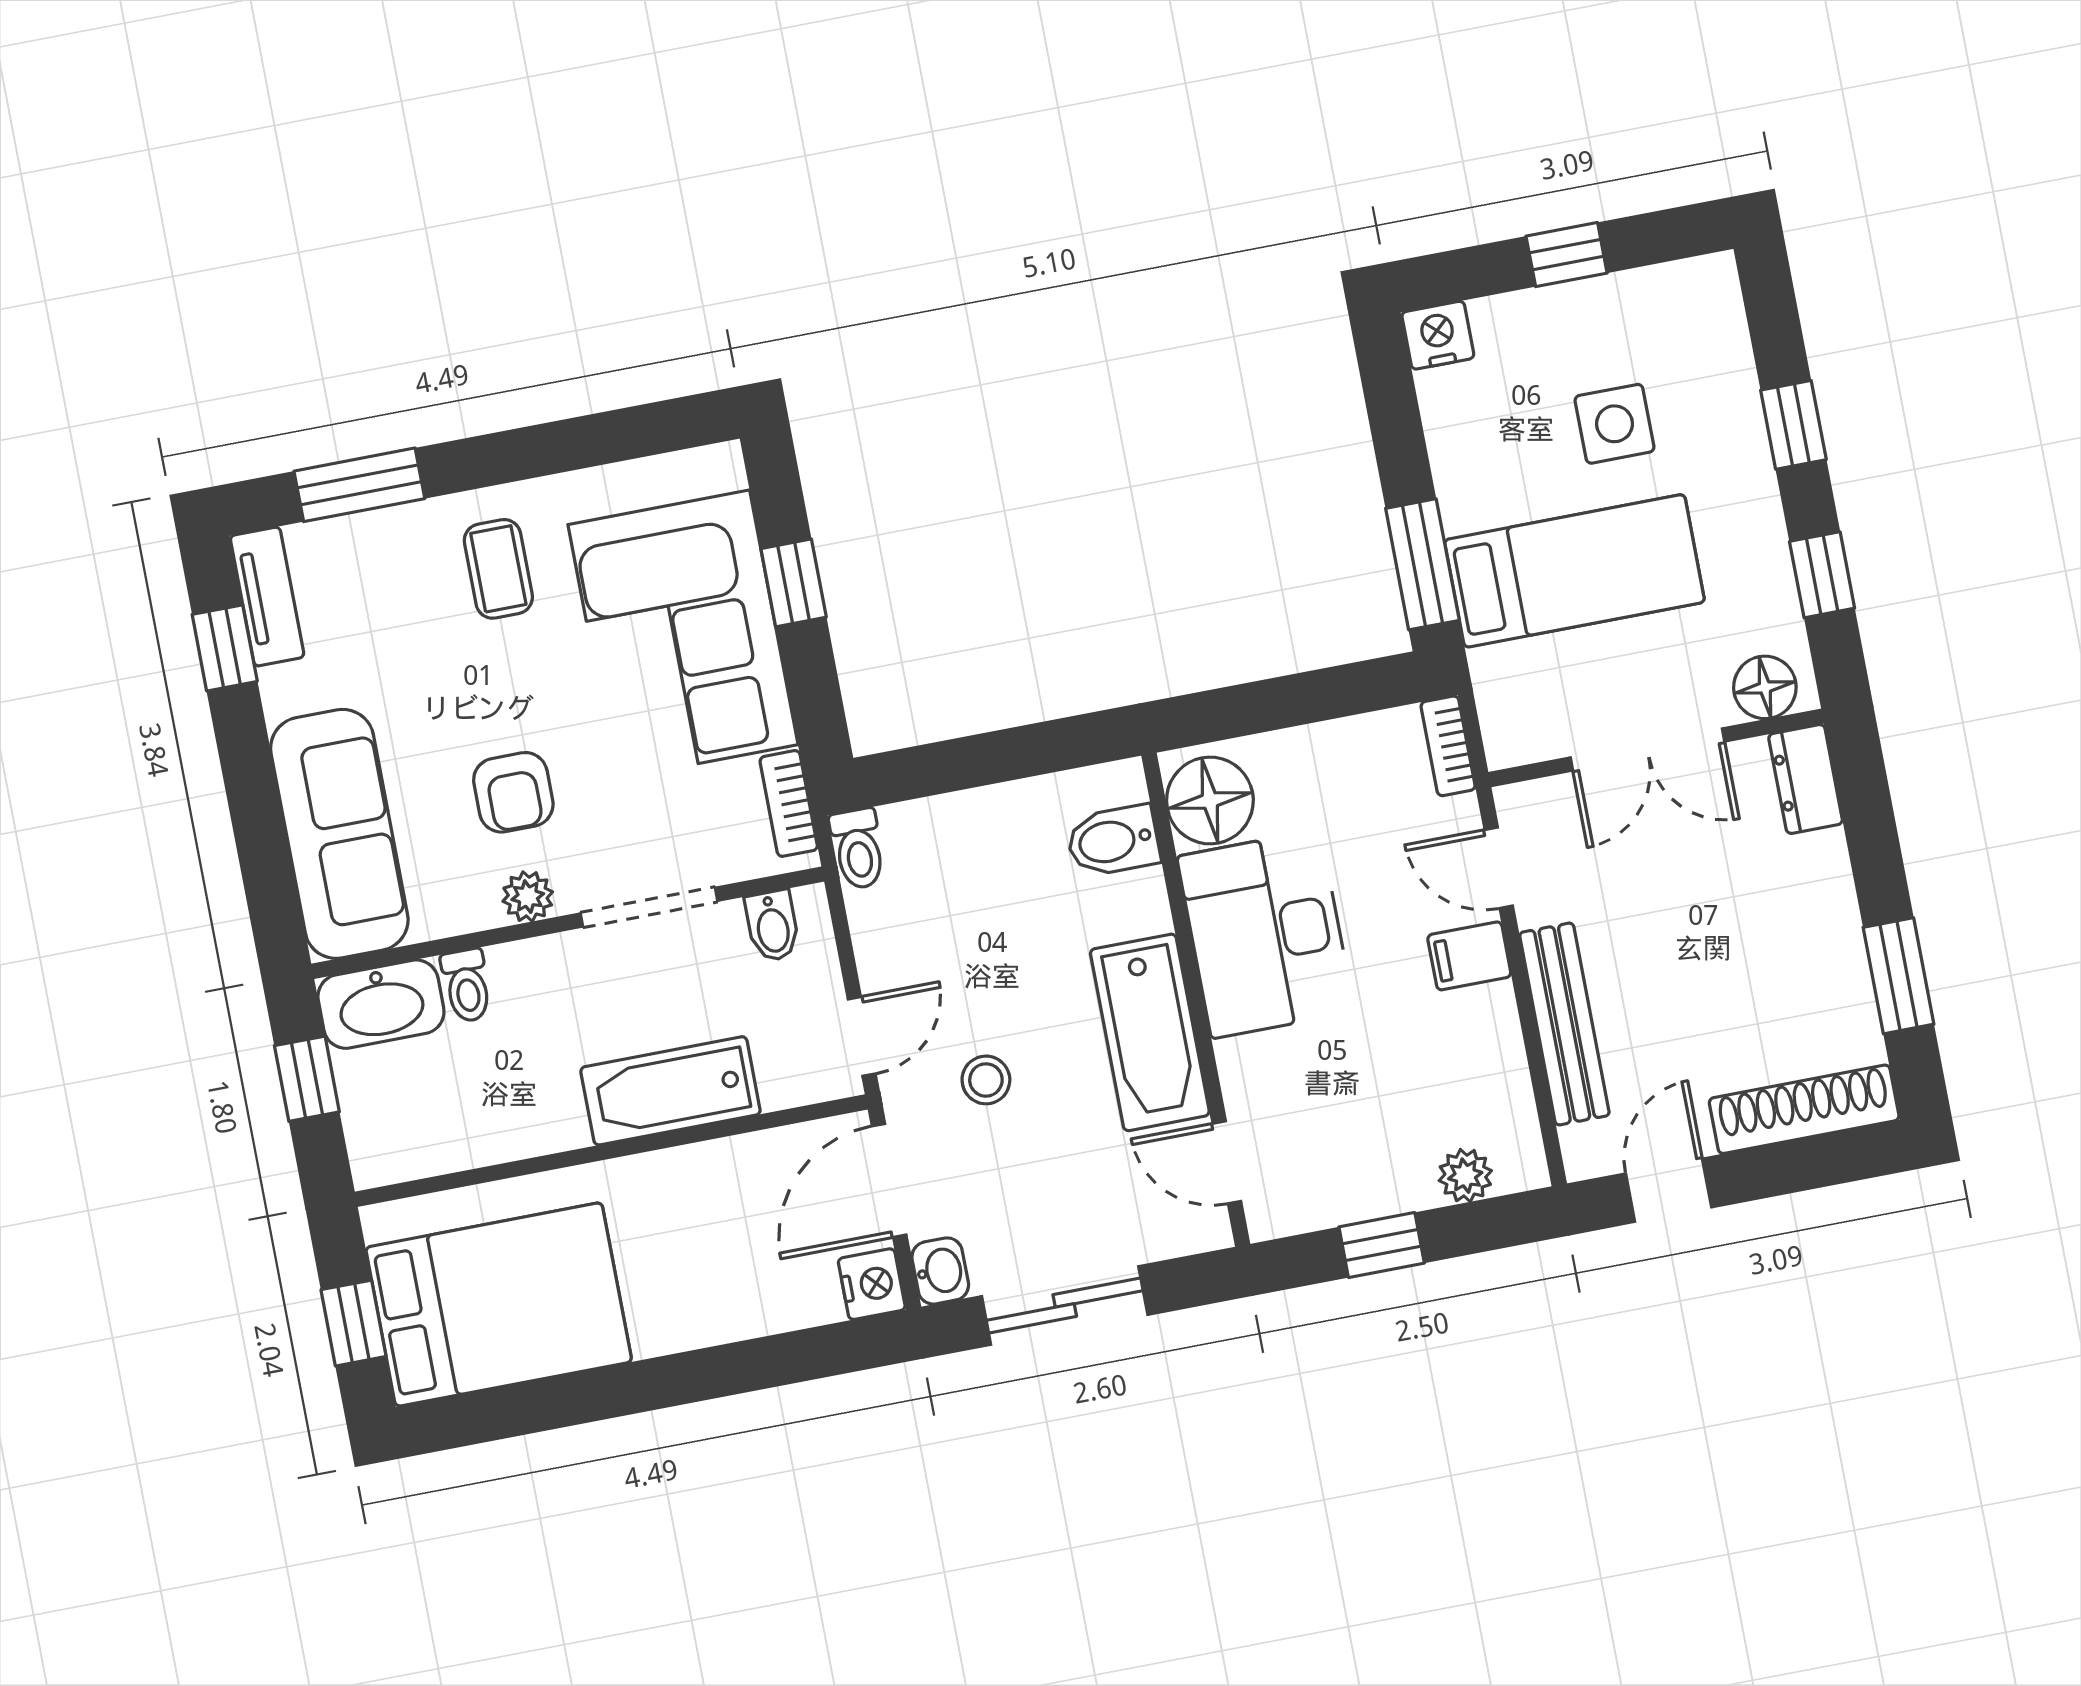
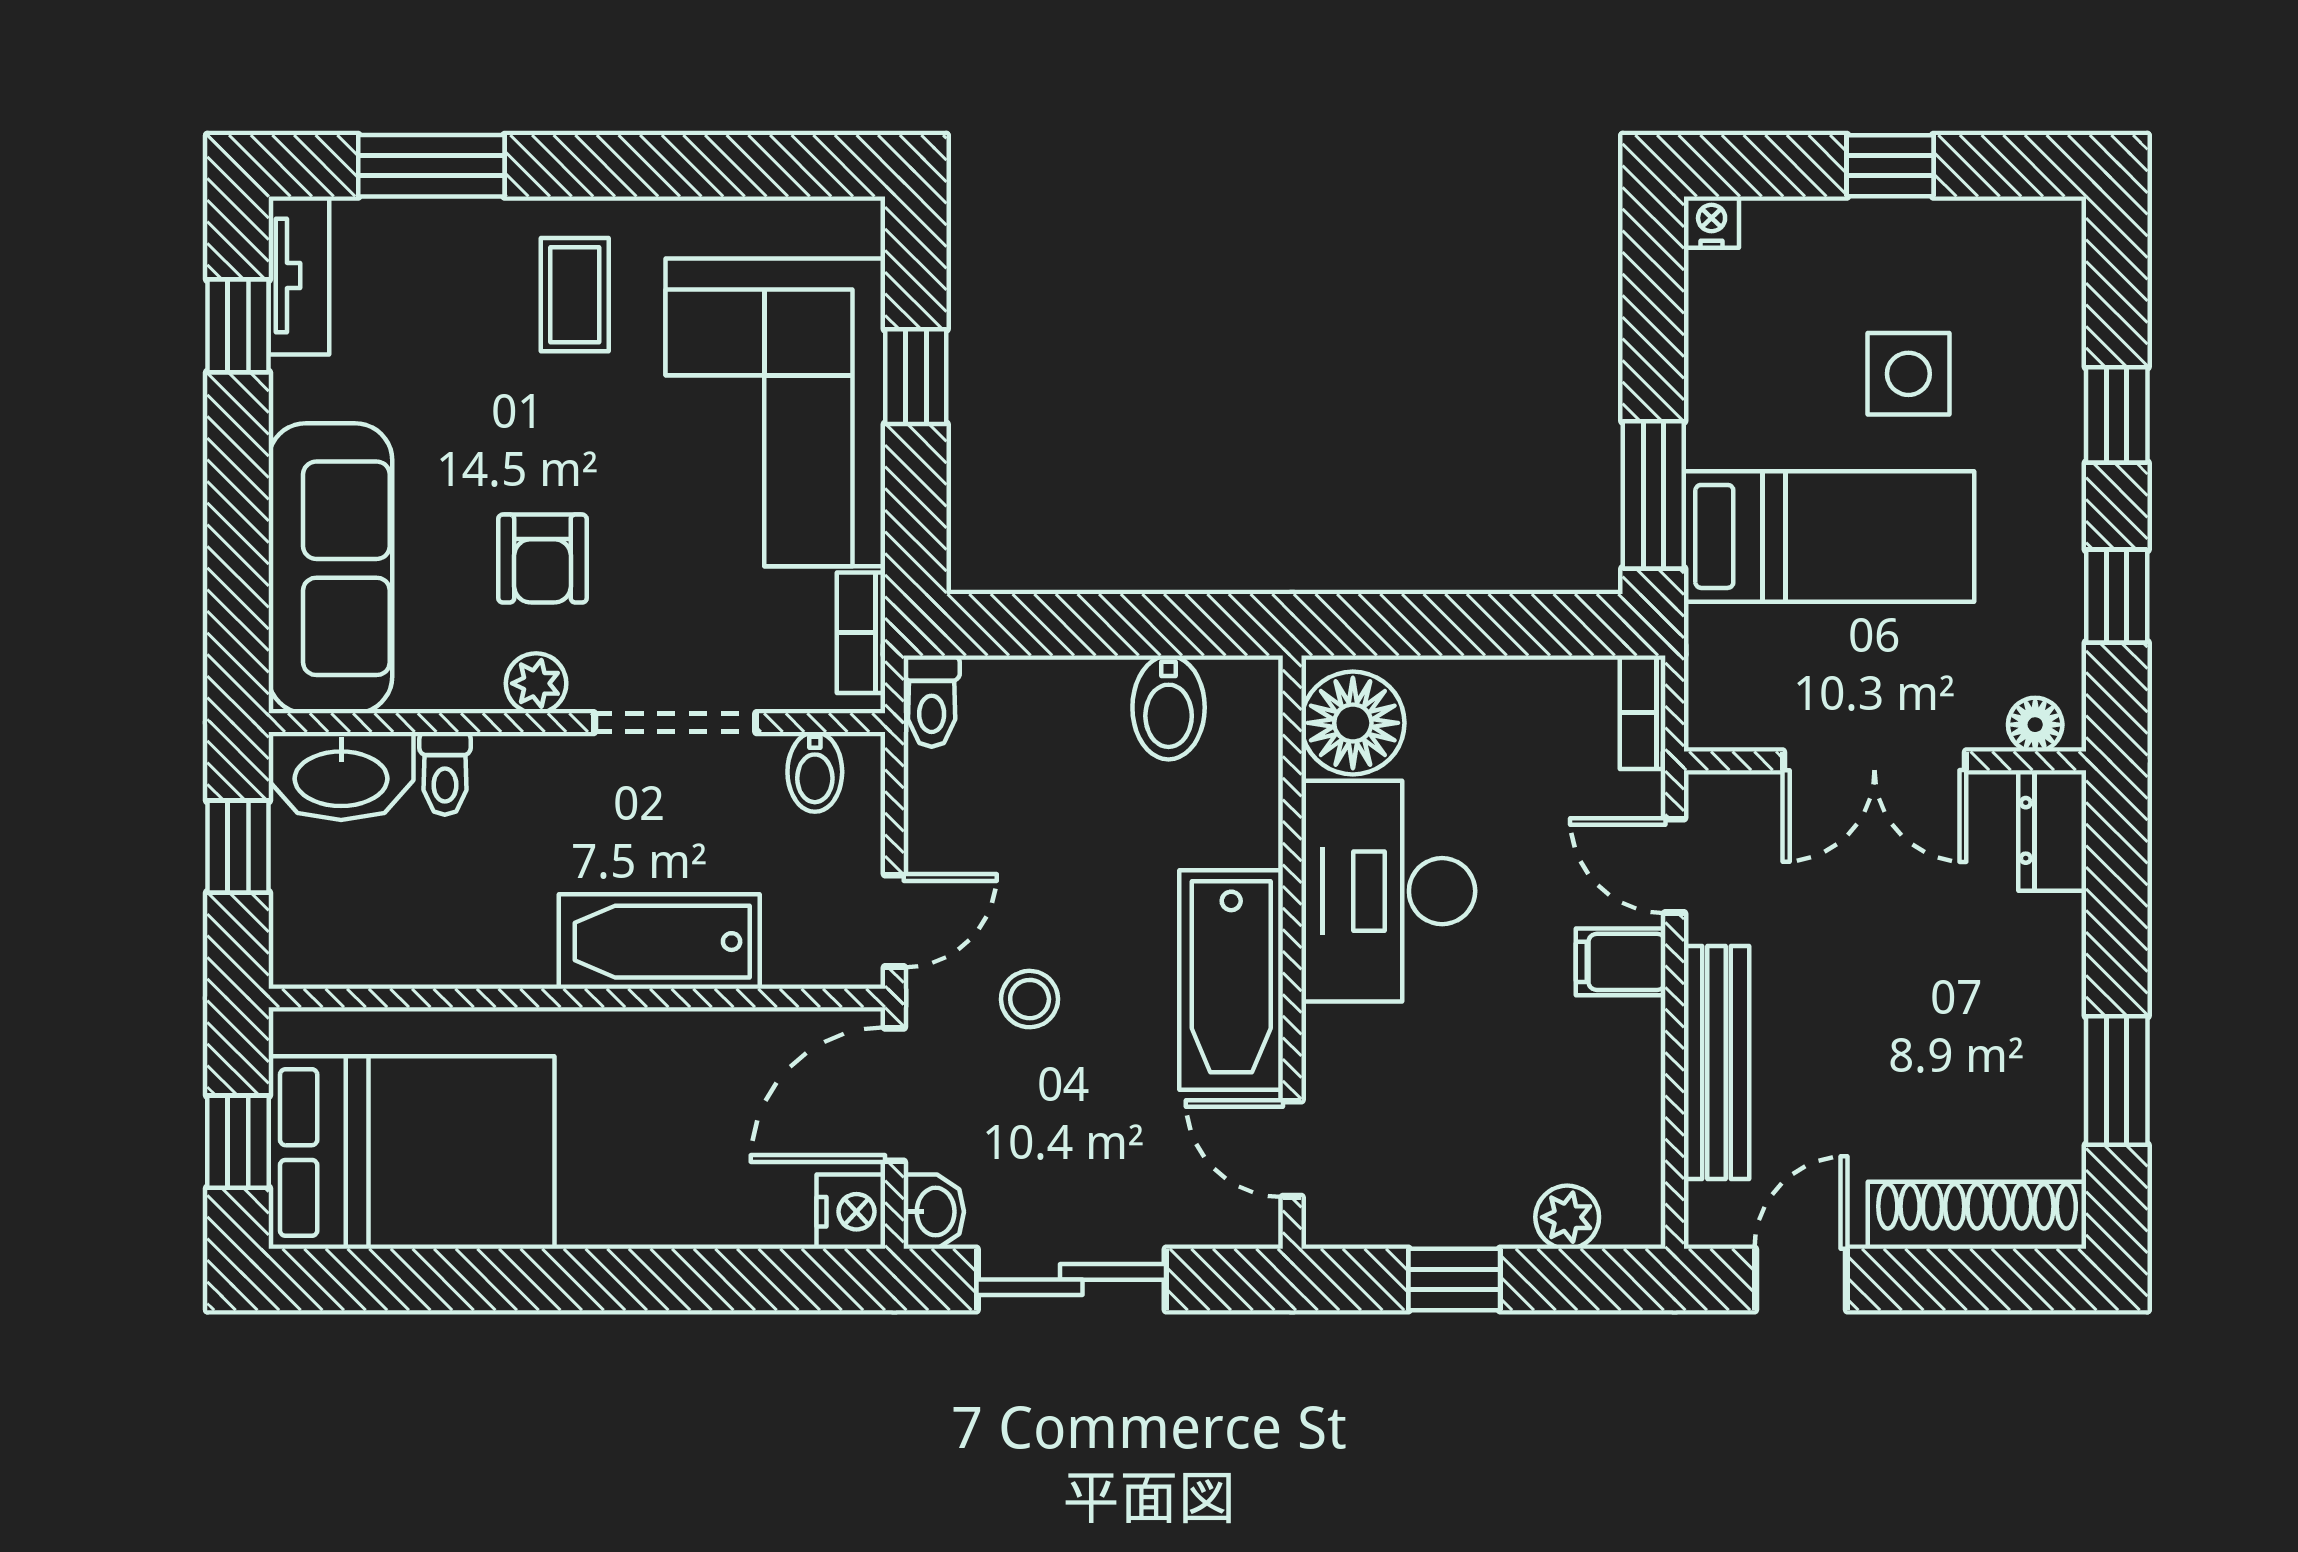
nightstand: (1438, 335) -> (1712, 222), width x0.72, depth x0.74
floor lamp: (1765, 687) -> (2035, 725), width x0.73, depth x0.73
bidet: (1113, 841) -> (1169, 707), moved, turned -90

